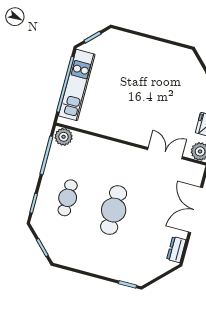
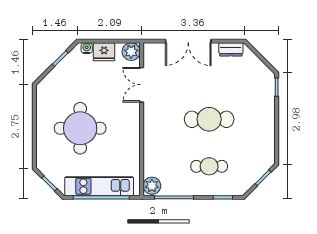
round table: (138, 82) -> (80, 128), added

